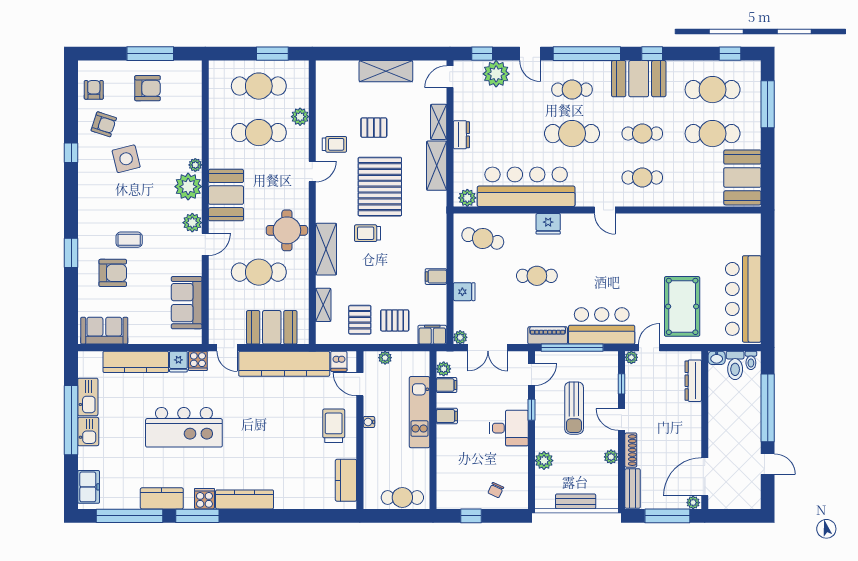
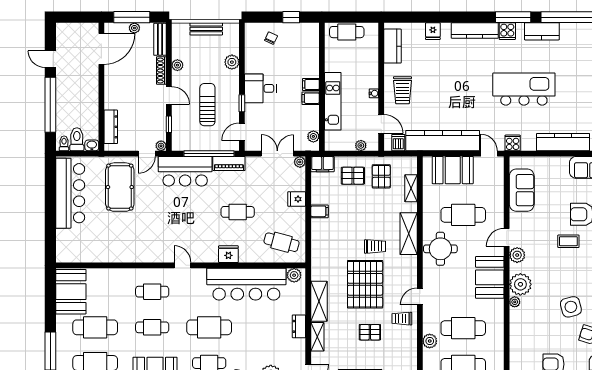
fridge: (178, 362) -> (433, 31), moved, turned 180
filing cabinet: (447, 385) -> (311, 84), moved
plant: (693, 503) -> (134, 28), moved

